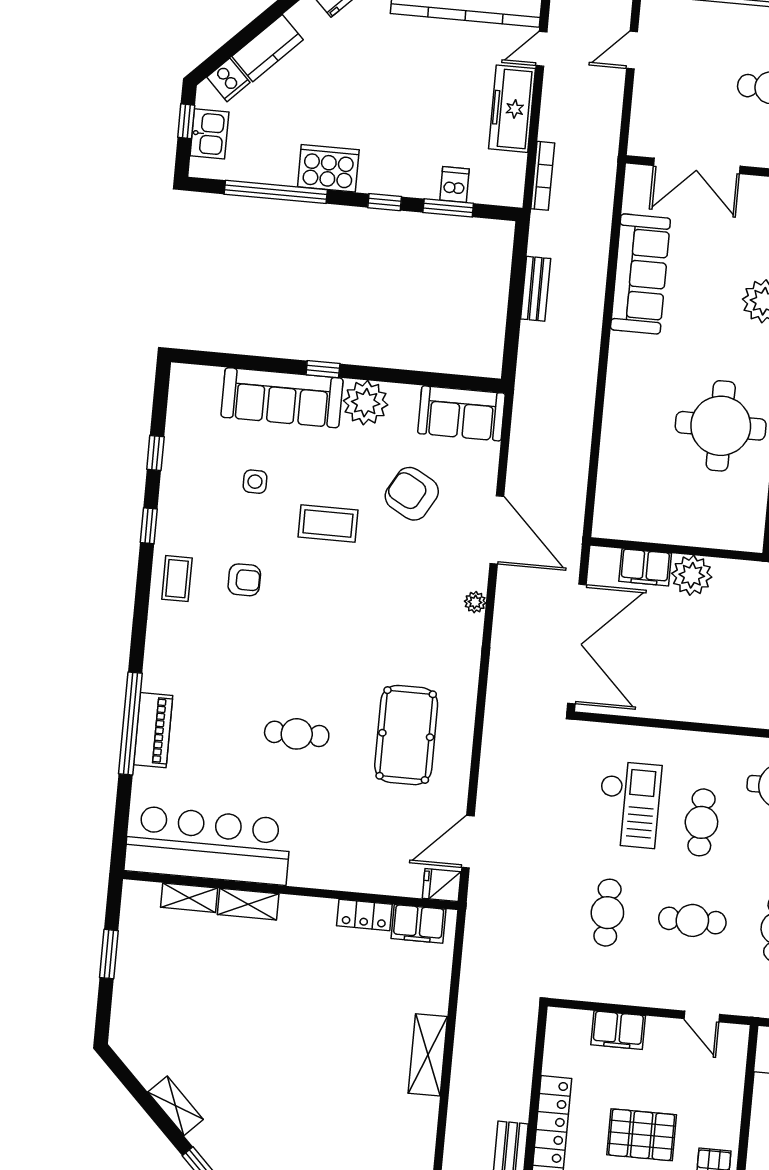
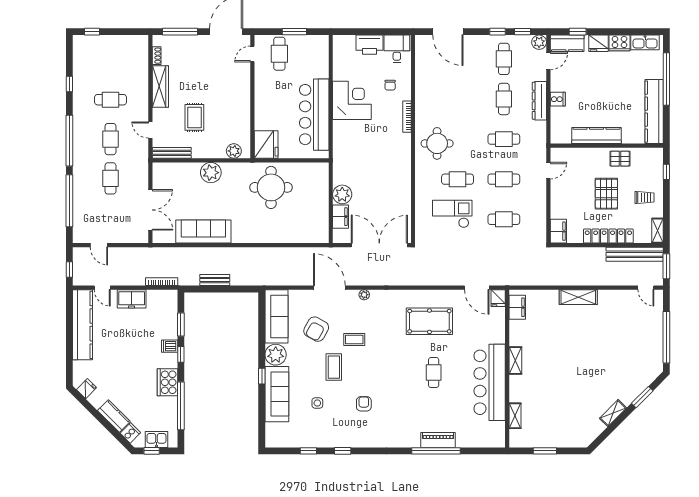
freezer: (512, 109) -> (132, 299), width x0.71
dishwasher: (455, 184) -> (170, 346), moved
sofa: (461, 413) -> (276, 316), width x1.36
door: (497, 530) -> (329, 288), hinge flipped
coffee table: (177, 579) -> (354, 339), moved
bar counter: (208, 845) -> (490, 382), moved
shelving: (248, 904) -> (515, 361), moved
locker: (364, 915) -> (516, 333), removed
cafe table: (692, 920) -> (504, 179), turned 90
filing cabinet: (618, 1030) -> (558, 231), moved

